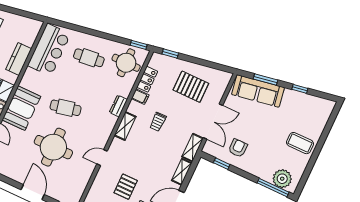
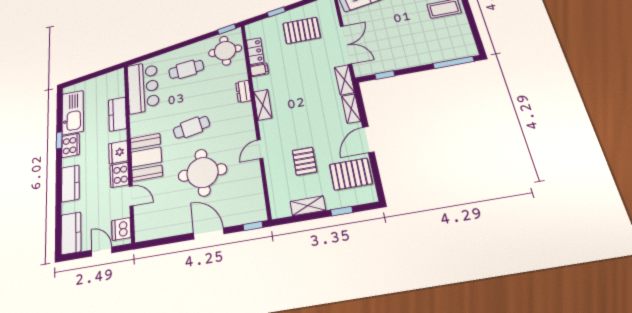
window: (170, 54) -> (276, 12), moved
trolley: (158, 122) -> (293, 80), removed
armchair: (238, 148) -> (389, 51), removed
plant: (282, 179) -> (455, 49), removed

